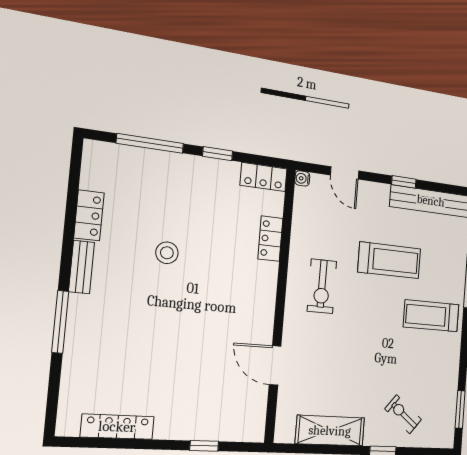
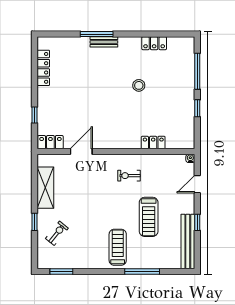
locker: (264, 177) -> (50, 142), moved, turned 90
bench: (81, 267) -> (104, 42), moved
exercise bike: (322, 286) -> (129, 176), width x0.73, depth x0.72

